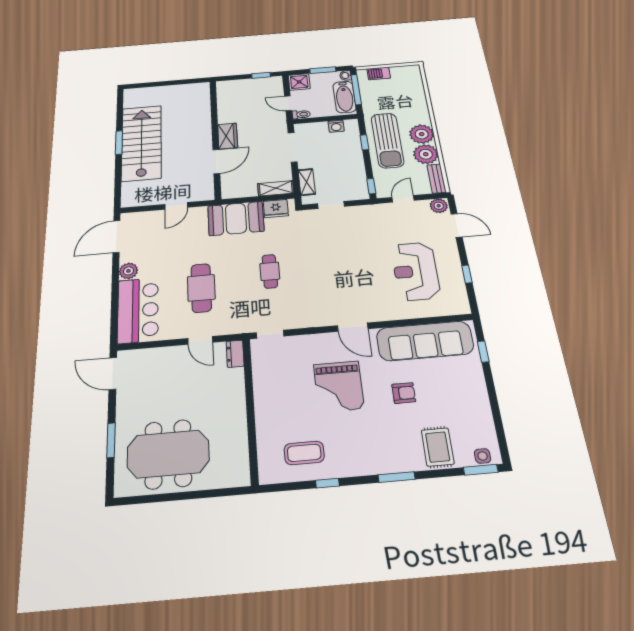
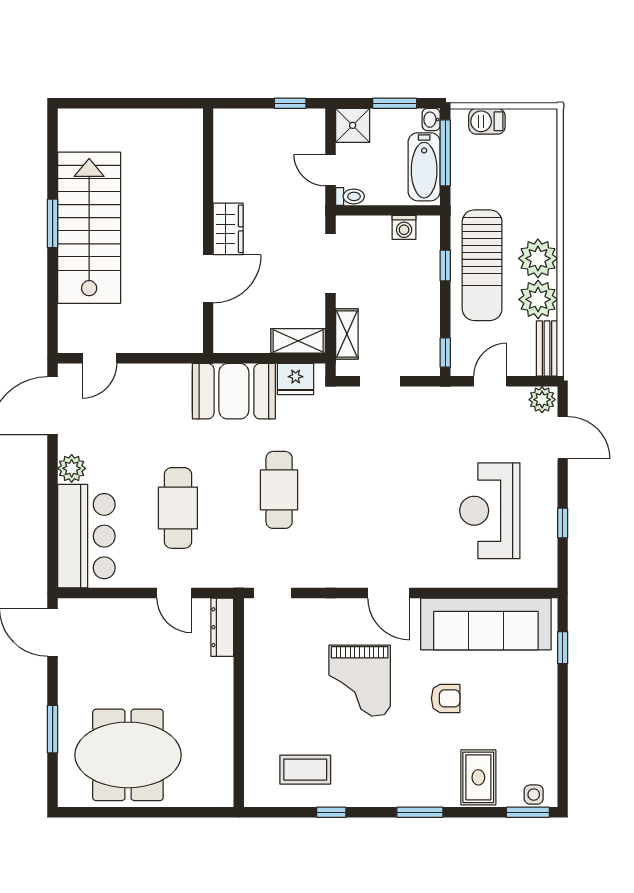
door: (176, 206) -> (99, 358), moved
cafe table: (270, 271) -> (279, 490), width x1.37, depth x1.35
dresser: (235, 354) -> (222, 627), width x1.44

